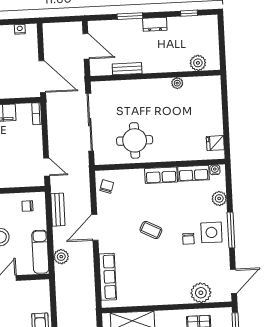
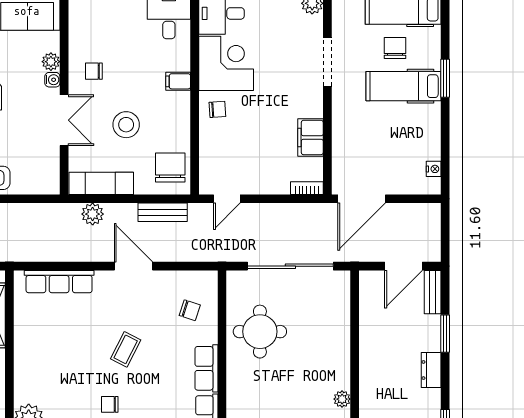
bench: (127, 69) -> (433, 292), moved
chair: (107, 186) -> (190, 310), moved
chair: (27, 206) -> (170, 168), width x1.87, depth x1.87

